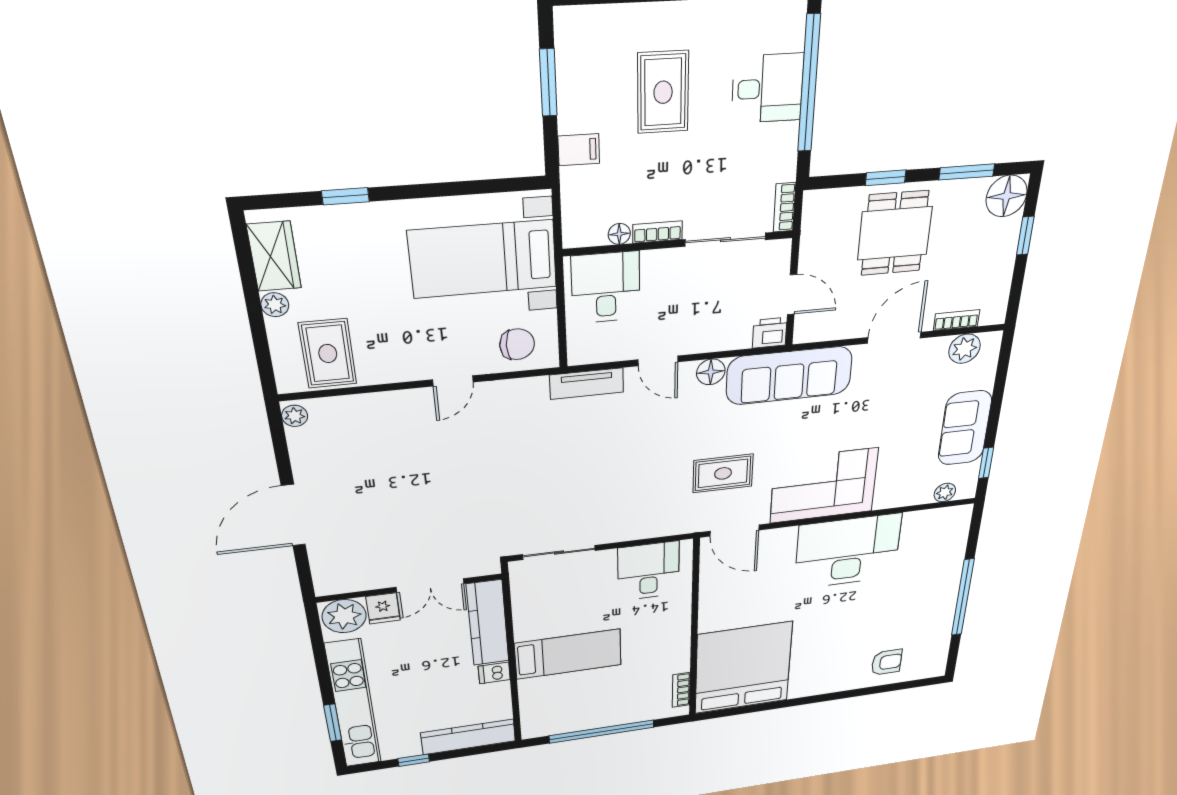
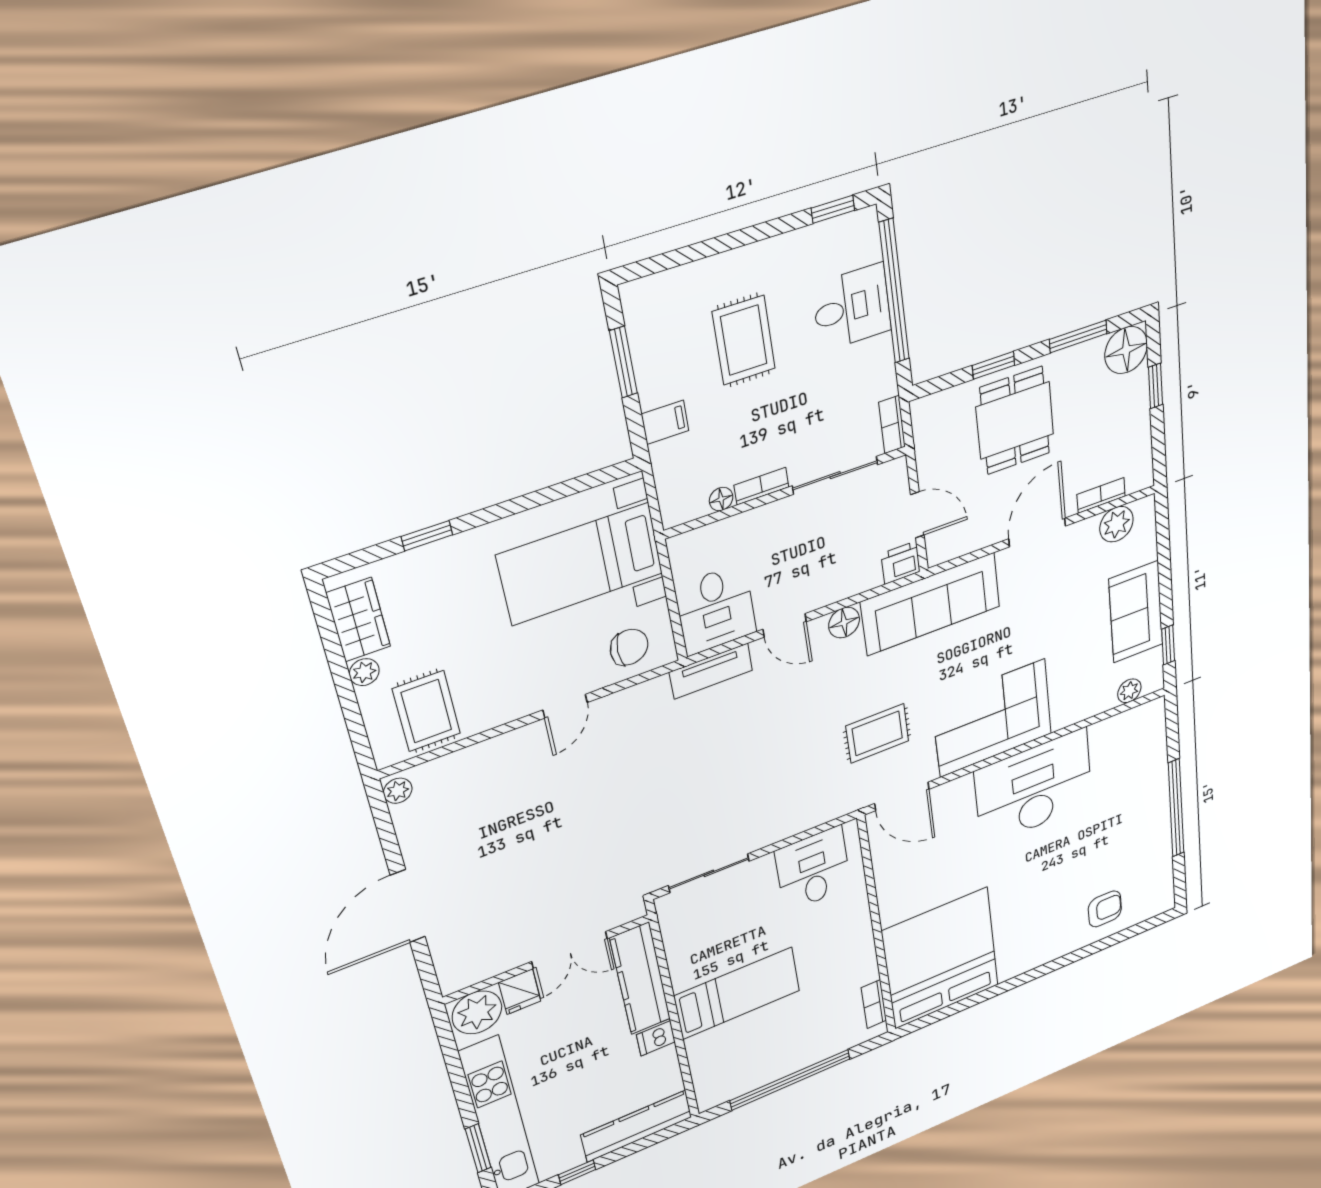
desk: (606, 288) -> (716, 609), moved, turned 180

